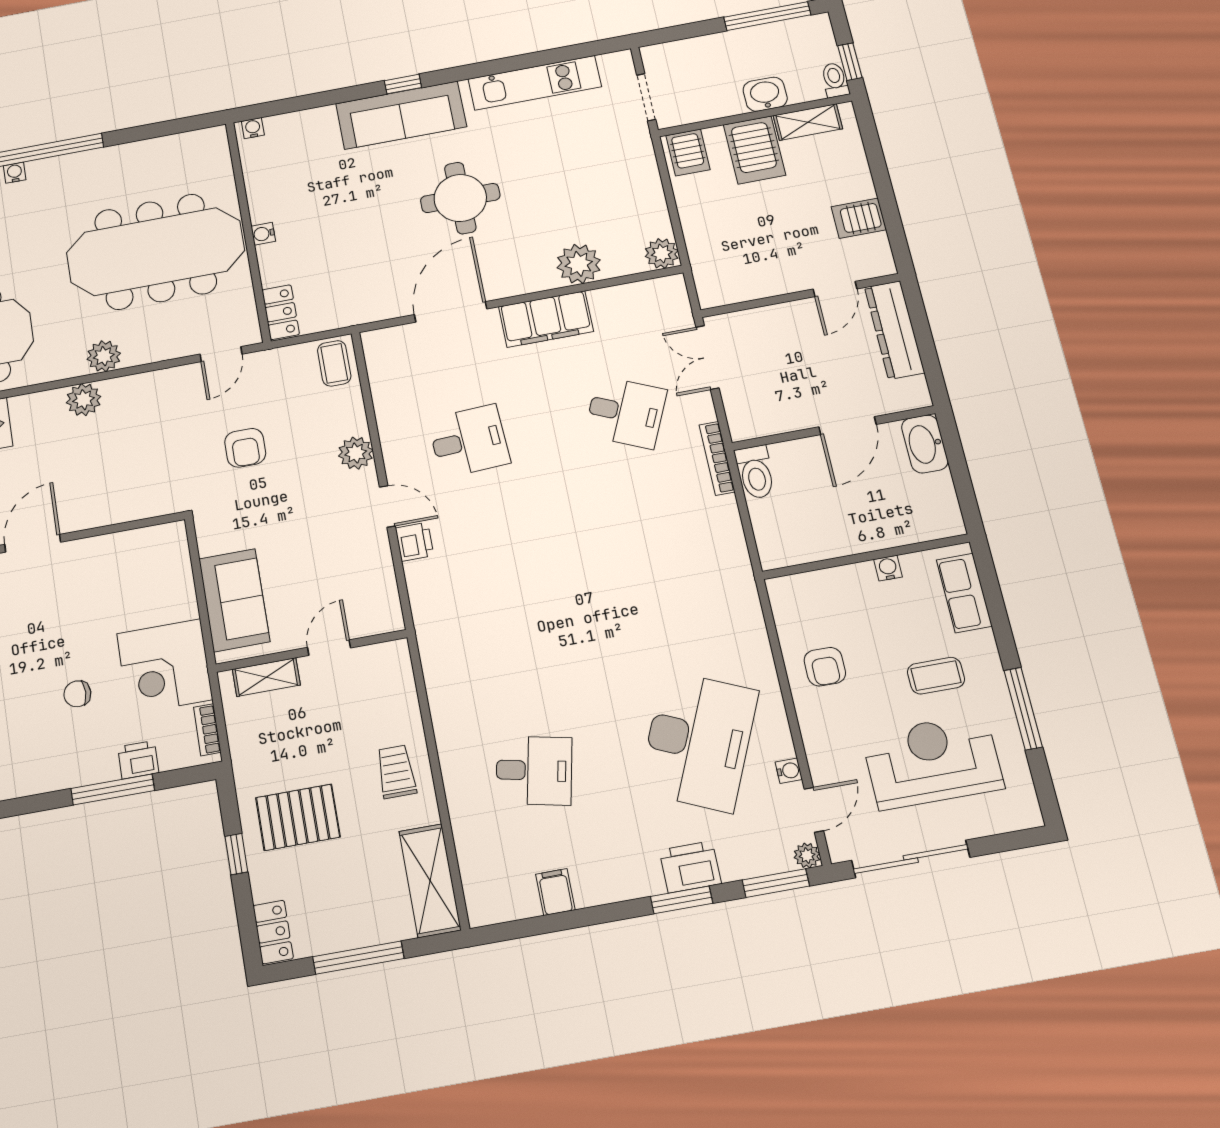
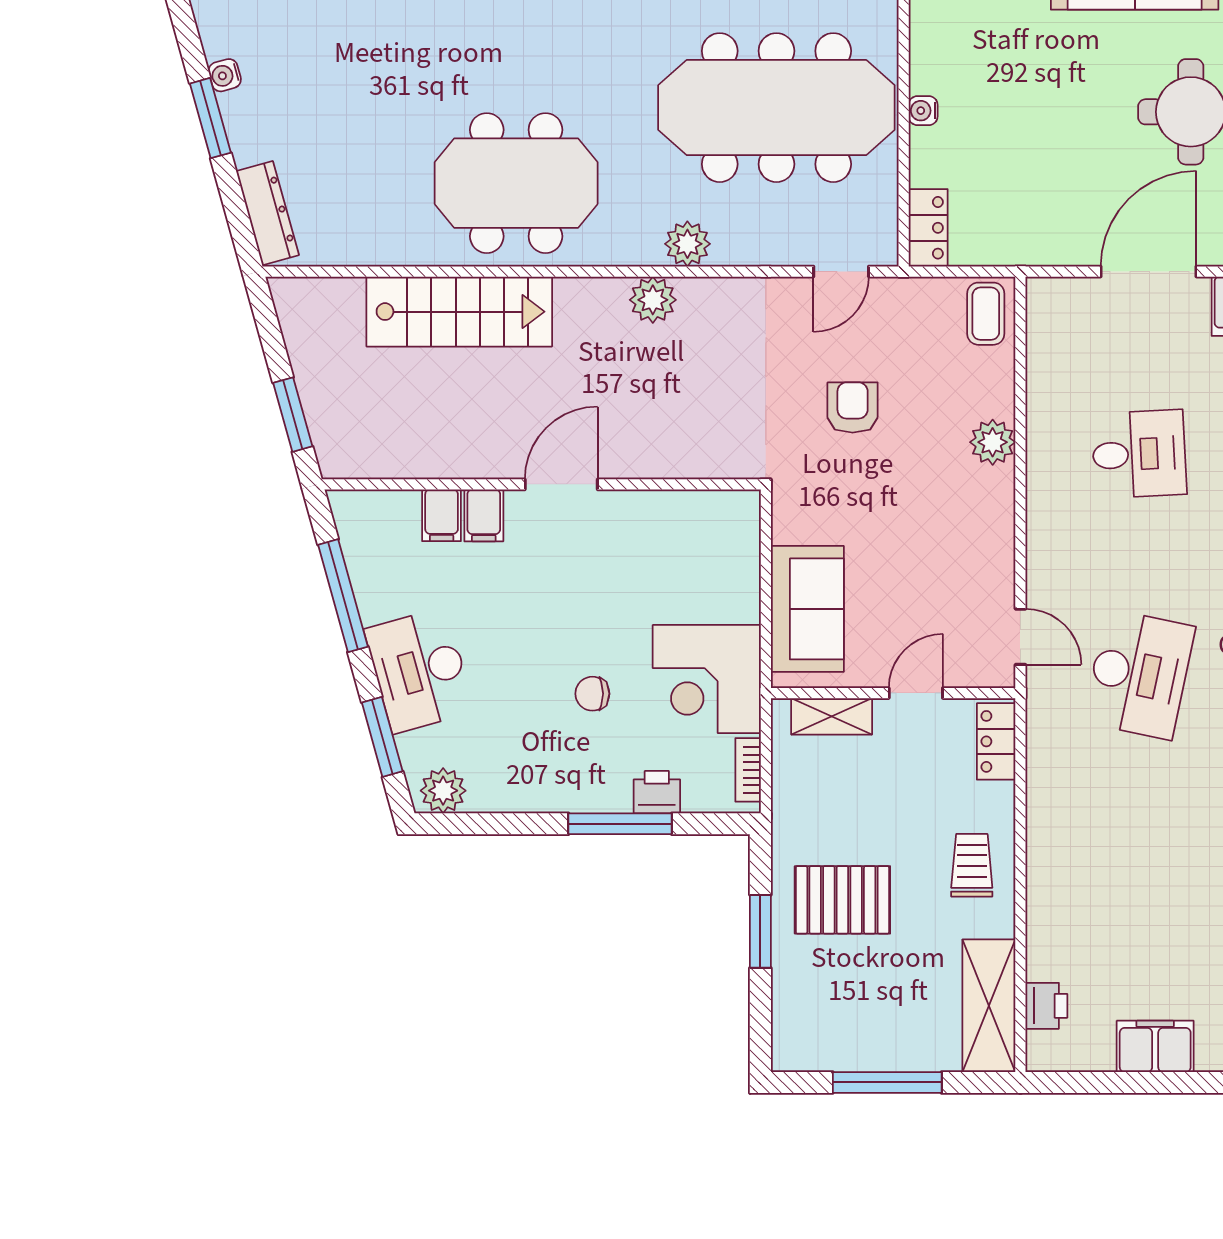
armchair: (245, 448) -> (853, 408), turned 180
door: (387, 506) -> (1020, 637), moved
printer: (415, 542) -> (1046, 1006), moved
desk: (534, 770) -> (1139, 674), moved, width x1.37
window: (236, 854) -> (760, 931), width x1.50
filing cabinet: (555, 892) -> (1155, 1046), width x2.00
locker: (273, 932) -> (996, 741), moved, turned 180

